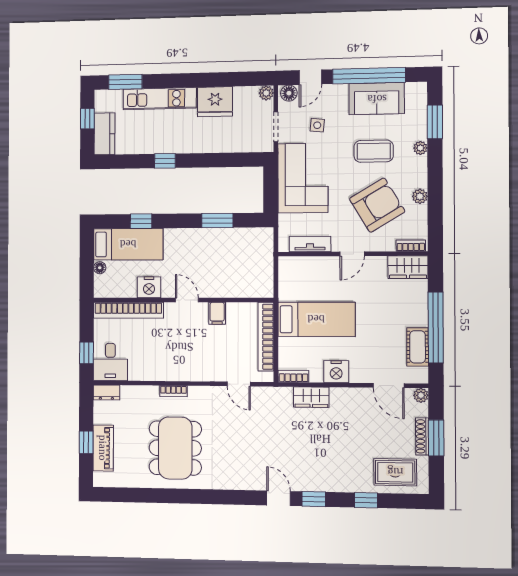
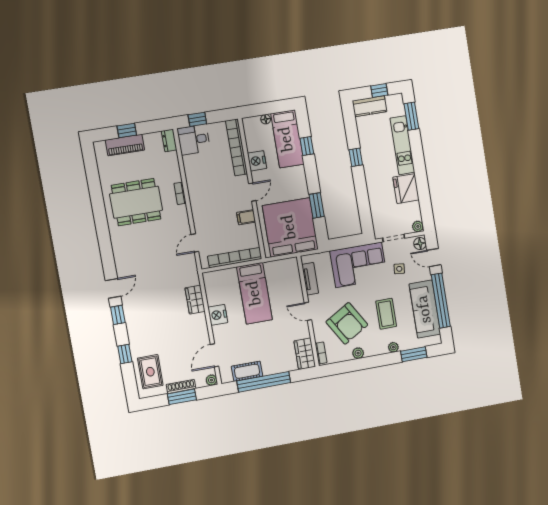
sofa: (377, 99) -> (425, 309), width x1.36
bed: (240, 259) -> (290, 227), added
bookcase: (293, 376) -> (208, 284), removed

